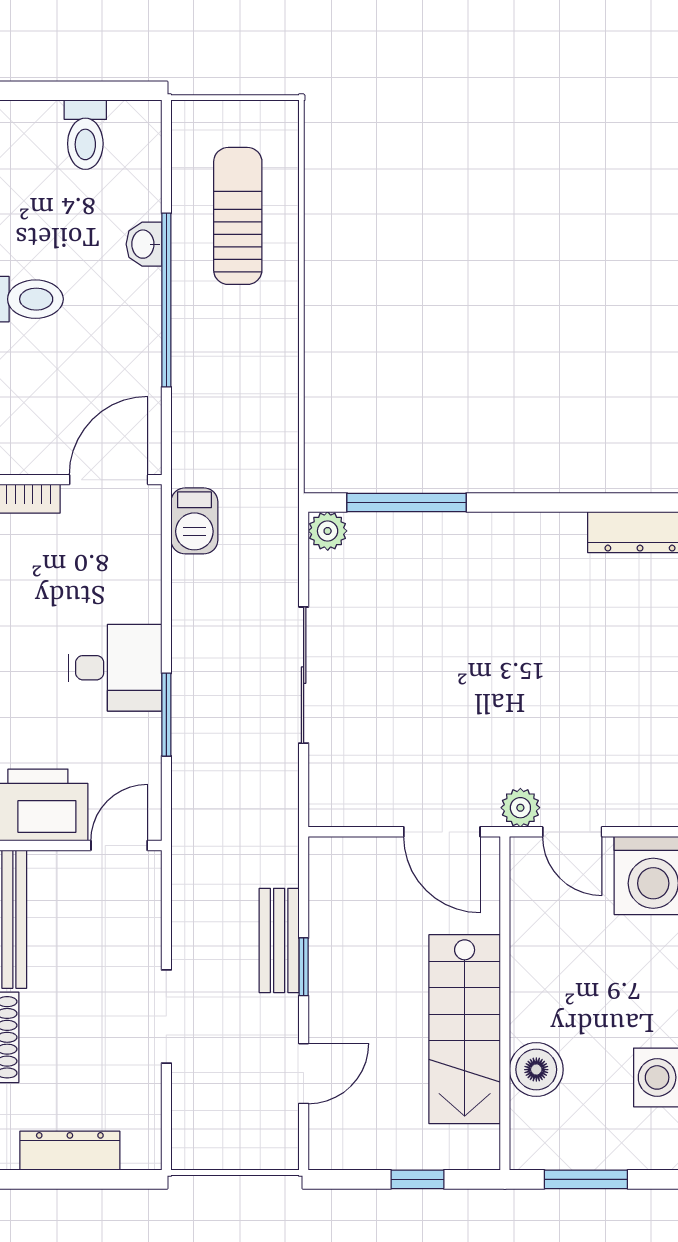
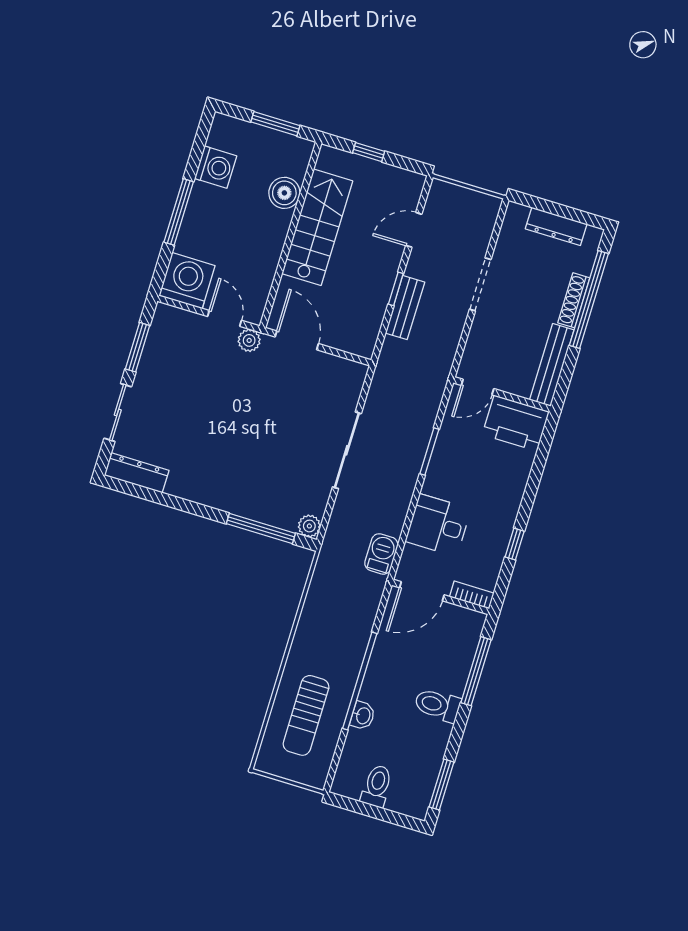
desk: (115, 668) -> (438, 525), moved

